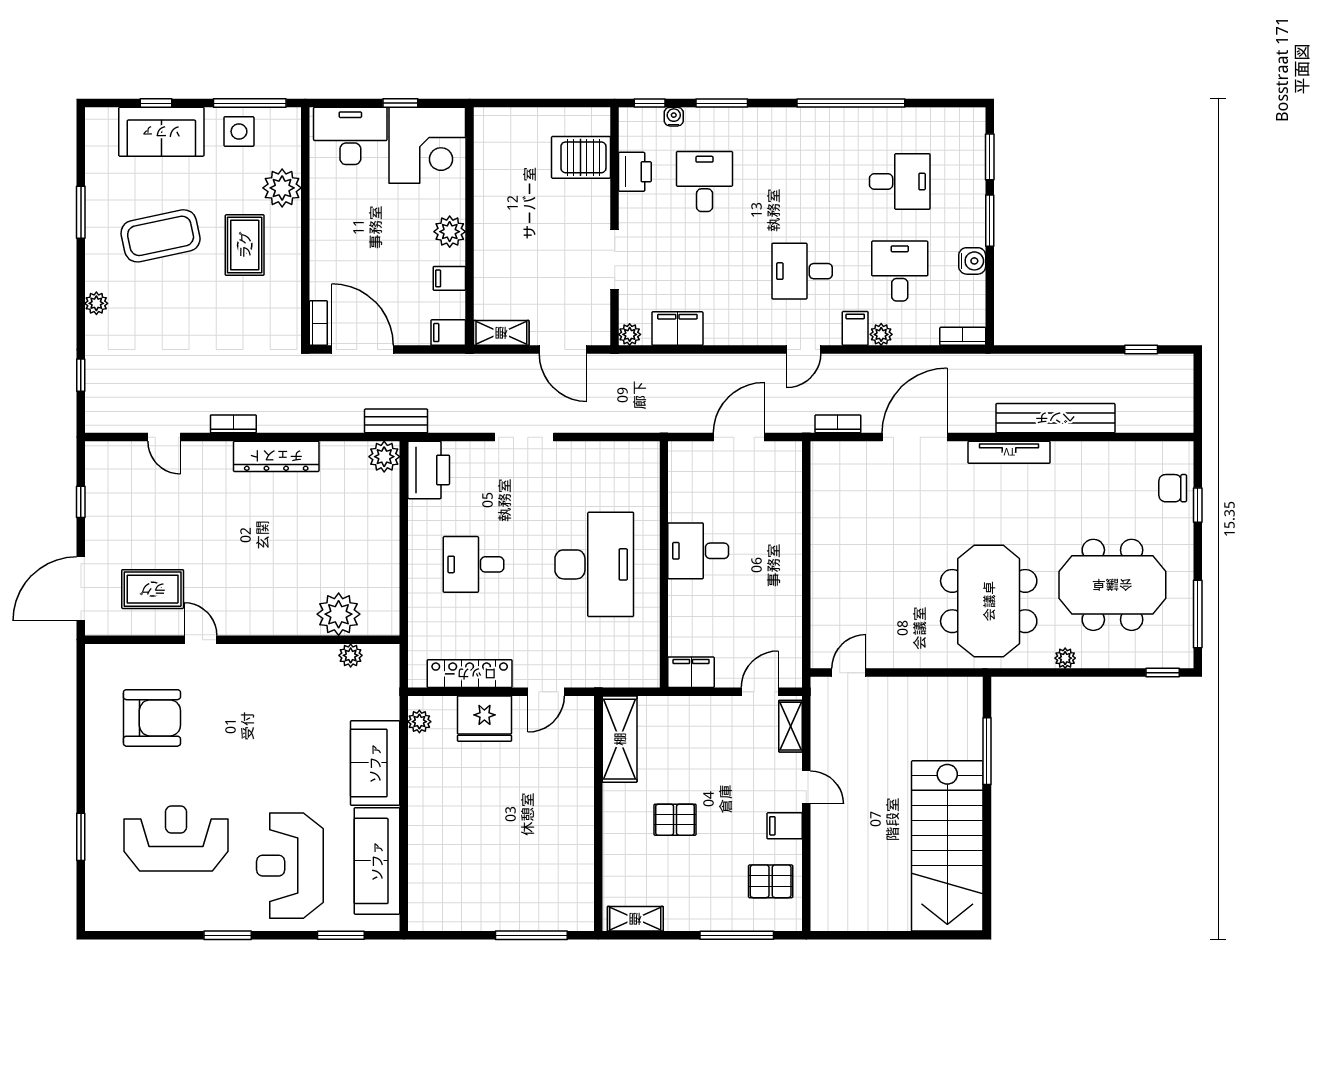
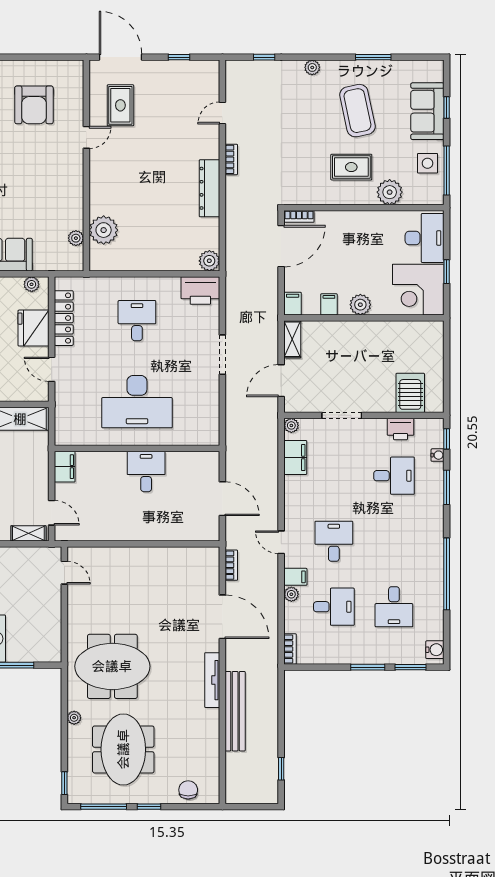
water cooler: (972, 261) -> (435, 650), moved, turned -90
bench: (396, 421) -> (233, 269), removed
window: (1198, 505) -> (149, 807), moved

